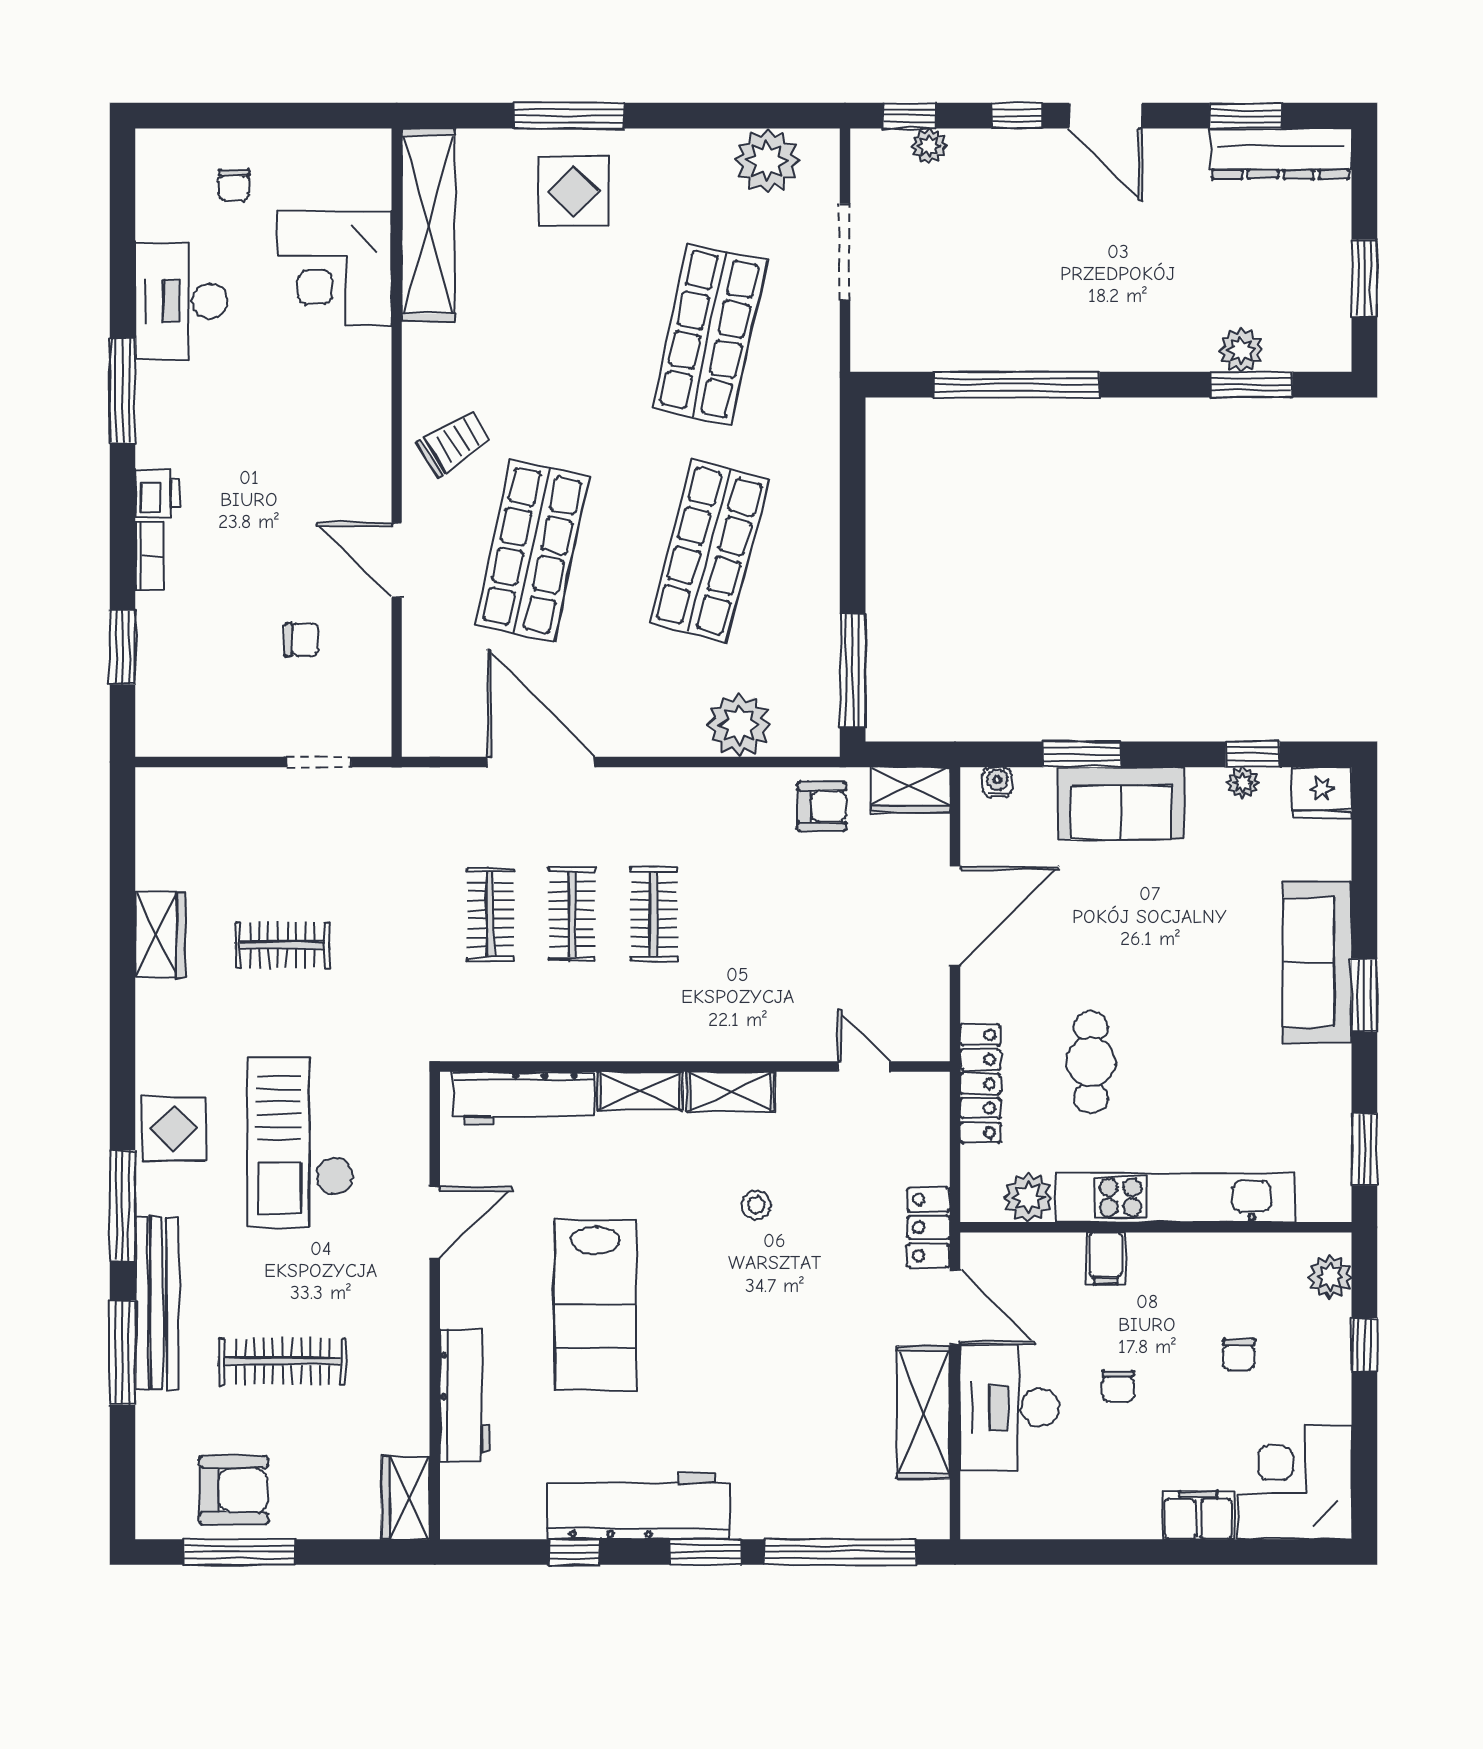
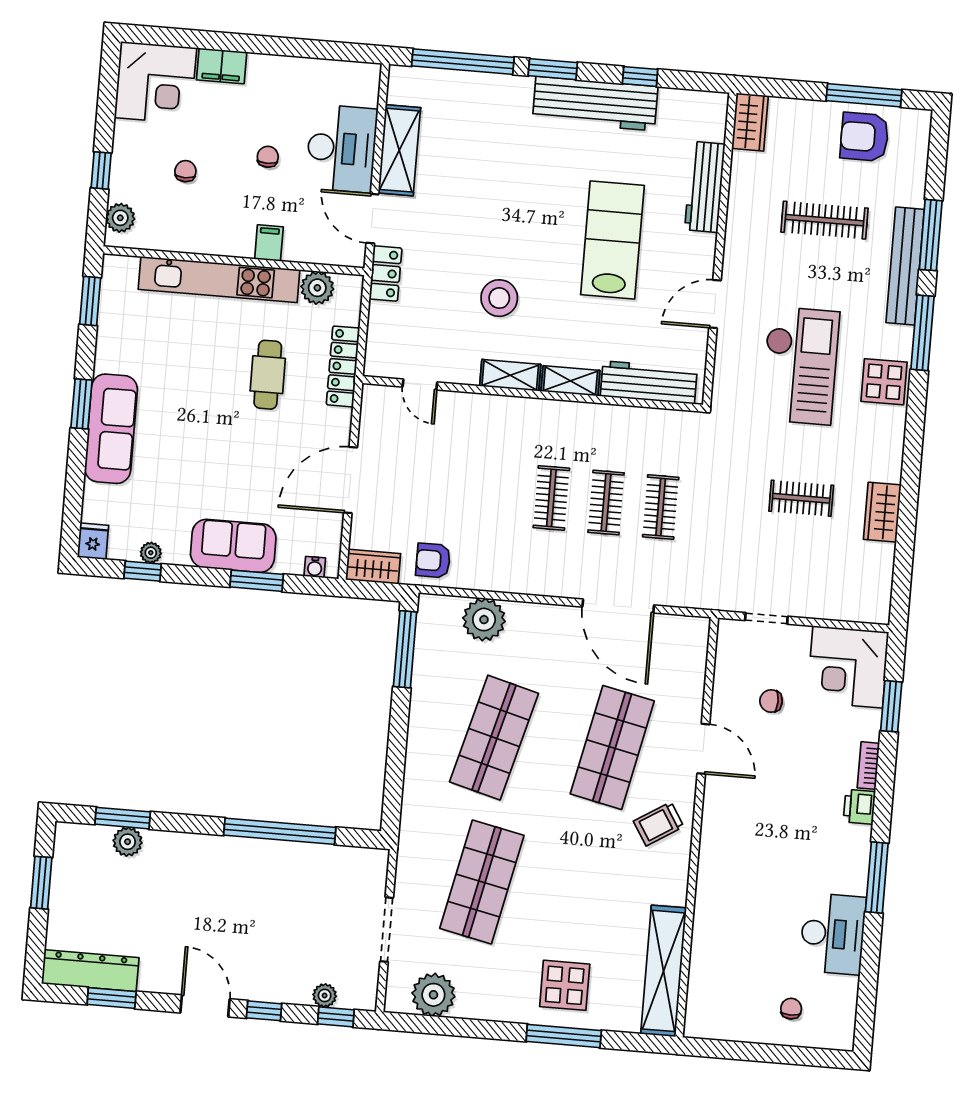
corner desk: (335, 268) -> (848, 667), moved, turned 180
fridge: (1322, 793) -> (93, 541), width x0.72
stool: (756, 1205) -> (499, 298), width x1.89, depth x1.89

